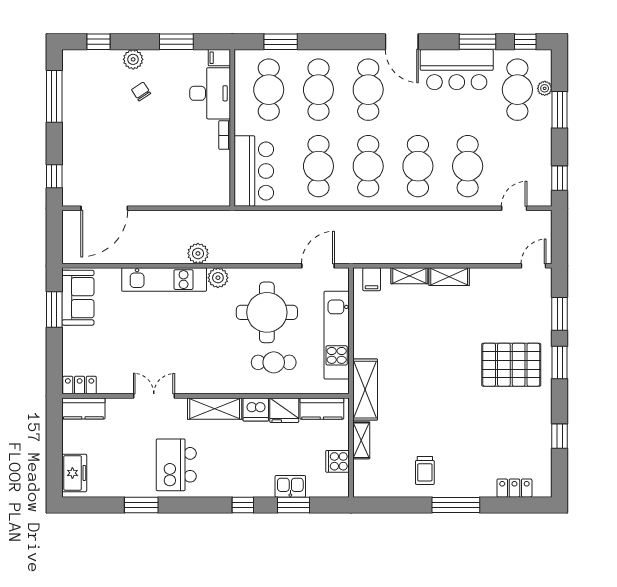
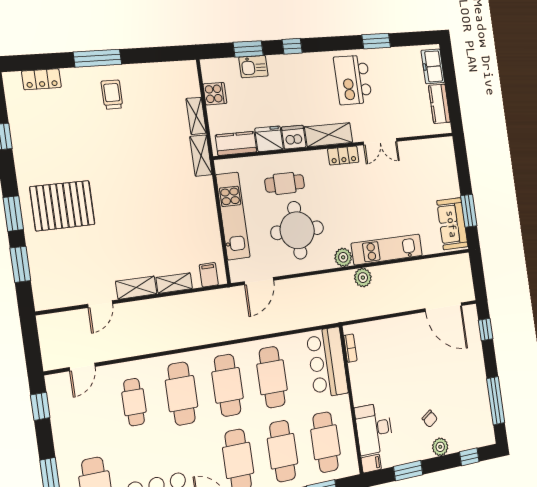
bookcase: (225, 135) -> (350, 348), moved
cafe table: (468, 166) -> (134, 402), width x0.73, depth x0.74
door: (104, 208) -> (443, 307), swing flipped
door: (534, 266) -> (100, 304), moved
locker: (80, 385) -> (343, 155), moved
shelving: (365, 390) -> (201, 156), width x0.67, depth x0.75
kitchen counter: (83, 409) -> (439, 104), moved, turned -90
kitchen island: (176, 465) -> (353, 80), turned 180
trolley: (425, 470) -> (112, 95), moved

